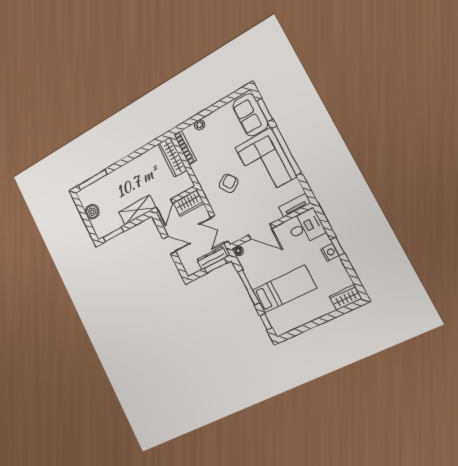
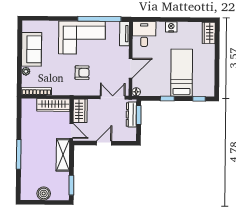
window: (265, 110) -> (44, 18), removed
sofa: (250, 115) -> (32, 49), moved, turned -90
window: (286, 151) -> (99, 19), moved
wardrobe: (172, 157) -> (53, 105), moved
window: (93, 180) -> (19, 154), moved
armchair: (229, 183) -> (82, 73), turned 124
double door: (220, 229) -> (113, 97), swing flipped
window: (338, 246) -> (170, 20), removed
window: (248, 287) -> (167, 98), width x0.46

